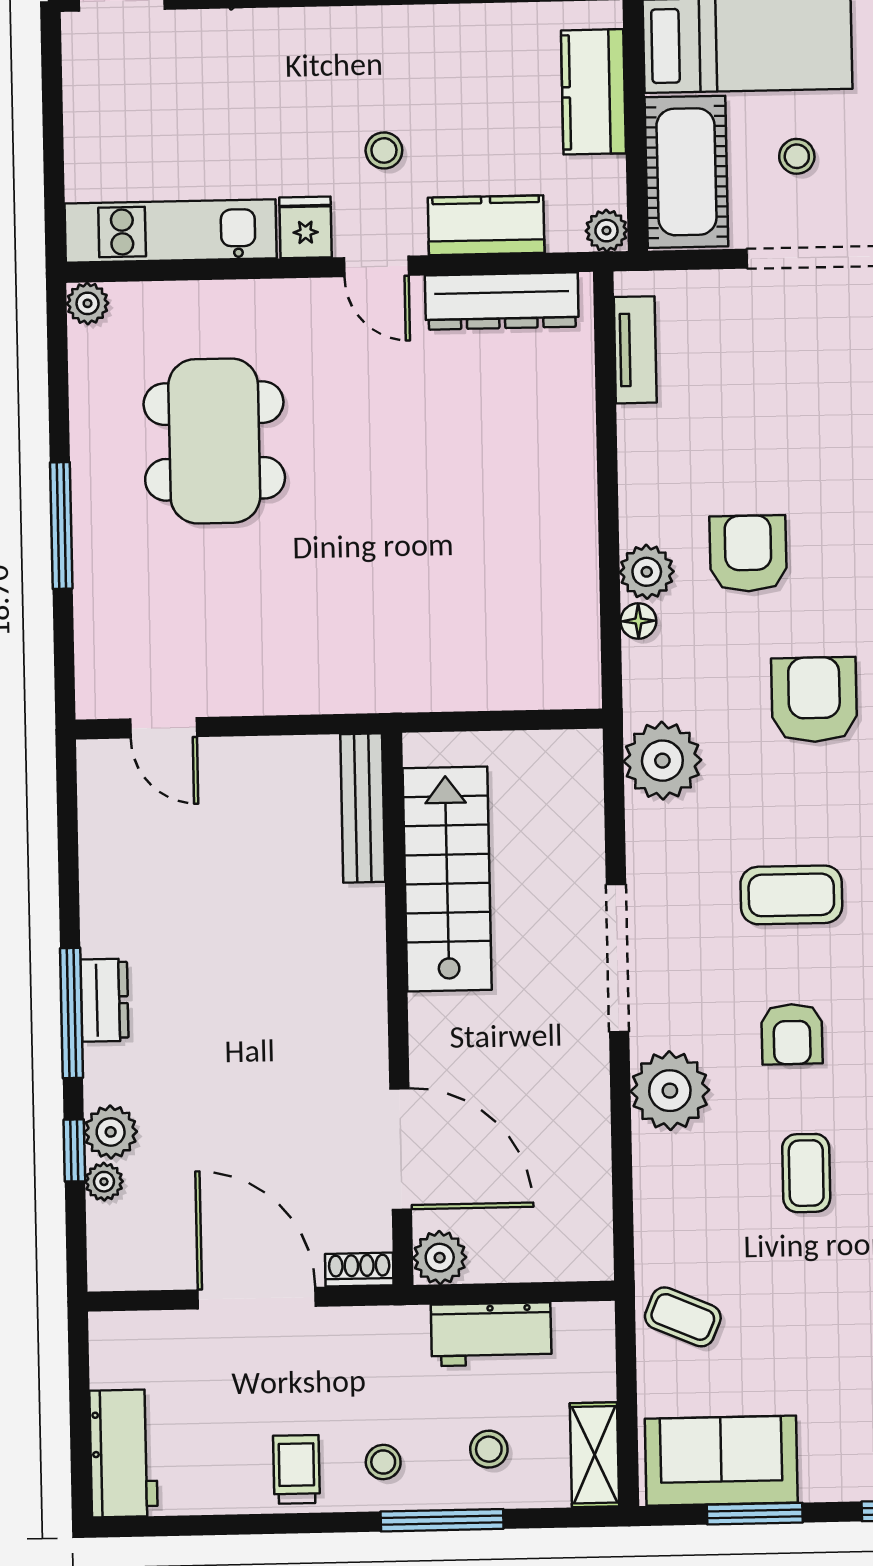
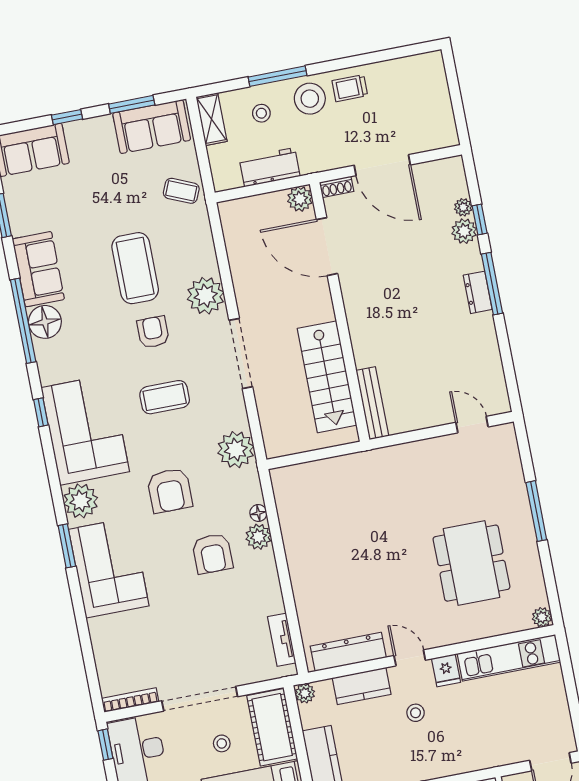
coffee table: (806, 1173) -> (135, 268), width x1.86, depth x1.72
workbench: (124, 1453) -> (432, 82), removed
stool: (383, 1462) -> (310, 99), width x1.89, depth x1.89
trolley: (296, 1469) -> (350, 88), turned 90

